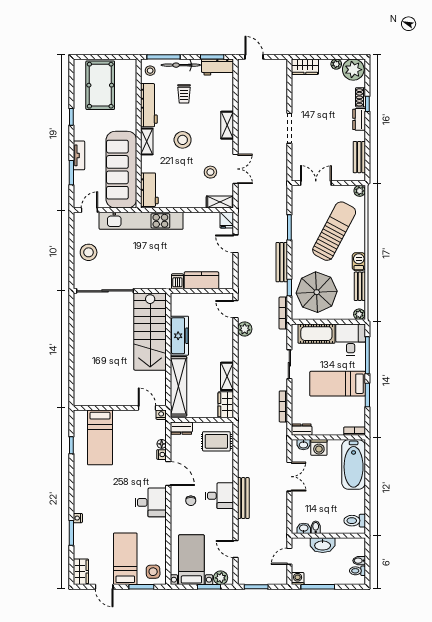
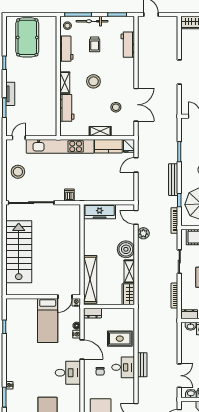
workbench: (218, 67) -> (128, 45), moved, turned 90
workbench: (149, 105) -> (66, 49), width x0.73
shelving: (227, 125) -> (129, 69), removed
double door: (236, 169) -> (136, 105), width x1.37
sofa: (121, 170) -> (44, 105), removed
workbench: (149, 190) -> (67, 108), moved
shelving: (220, 202) -> (100, 131), moved
door: (236, 244) -> (136, 165), hinge flipped
kitchen counter: (201, 280) -> (108, 146), moved, turned 180
dishwasher: (177, 281) -> (69, 195), moved
stairs: (150, 332) -> (19, 252), moved, turned 180
freezer: (179, 336) -> (100, 212), moved, turned 90
boiler: (223, 349) -> (126, 249), added
door: (147, 408) -> (65, 297), swing flipped
bed: (100, 437) -> (48, 320), moved
rug: (216, 441) -> (120, 339), moved
double door: (289, 477) -> (179, 376), moved
bench: (243, 498) -> (142, 365), width x0.73

